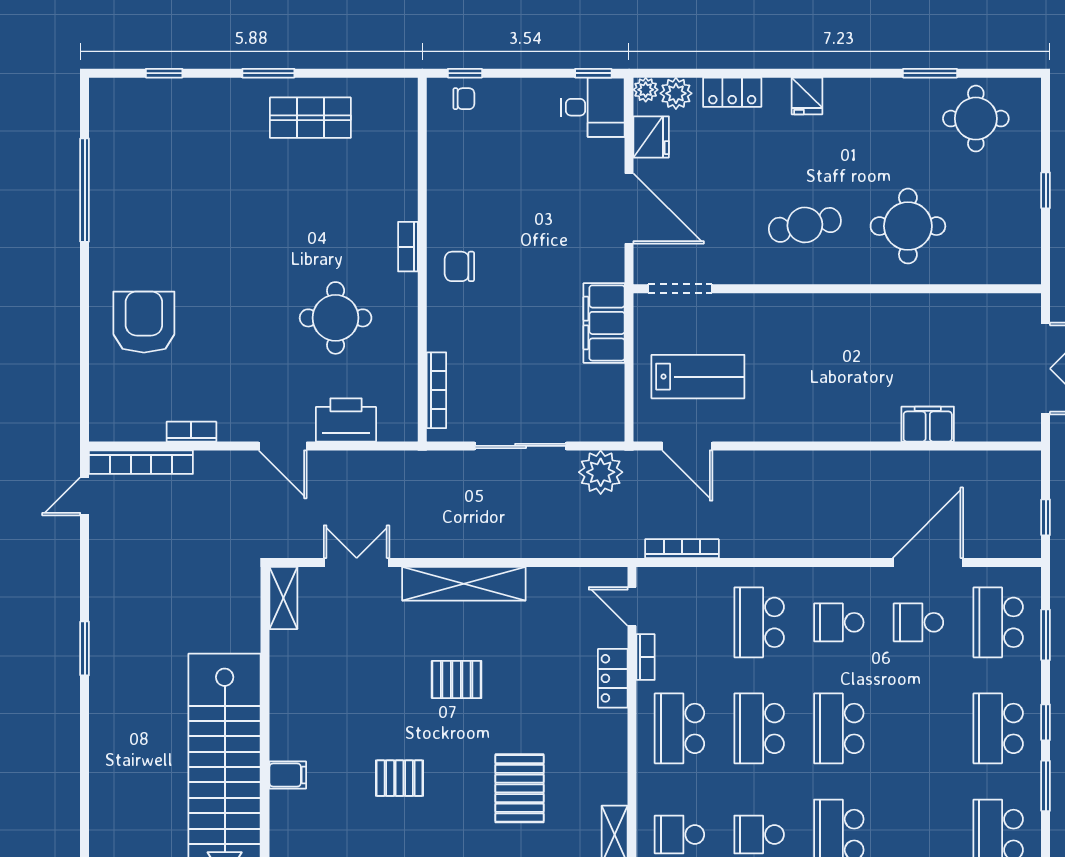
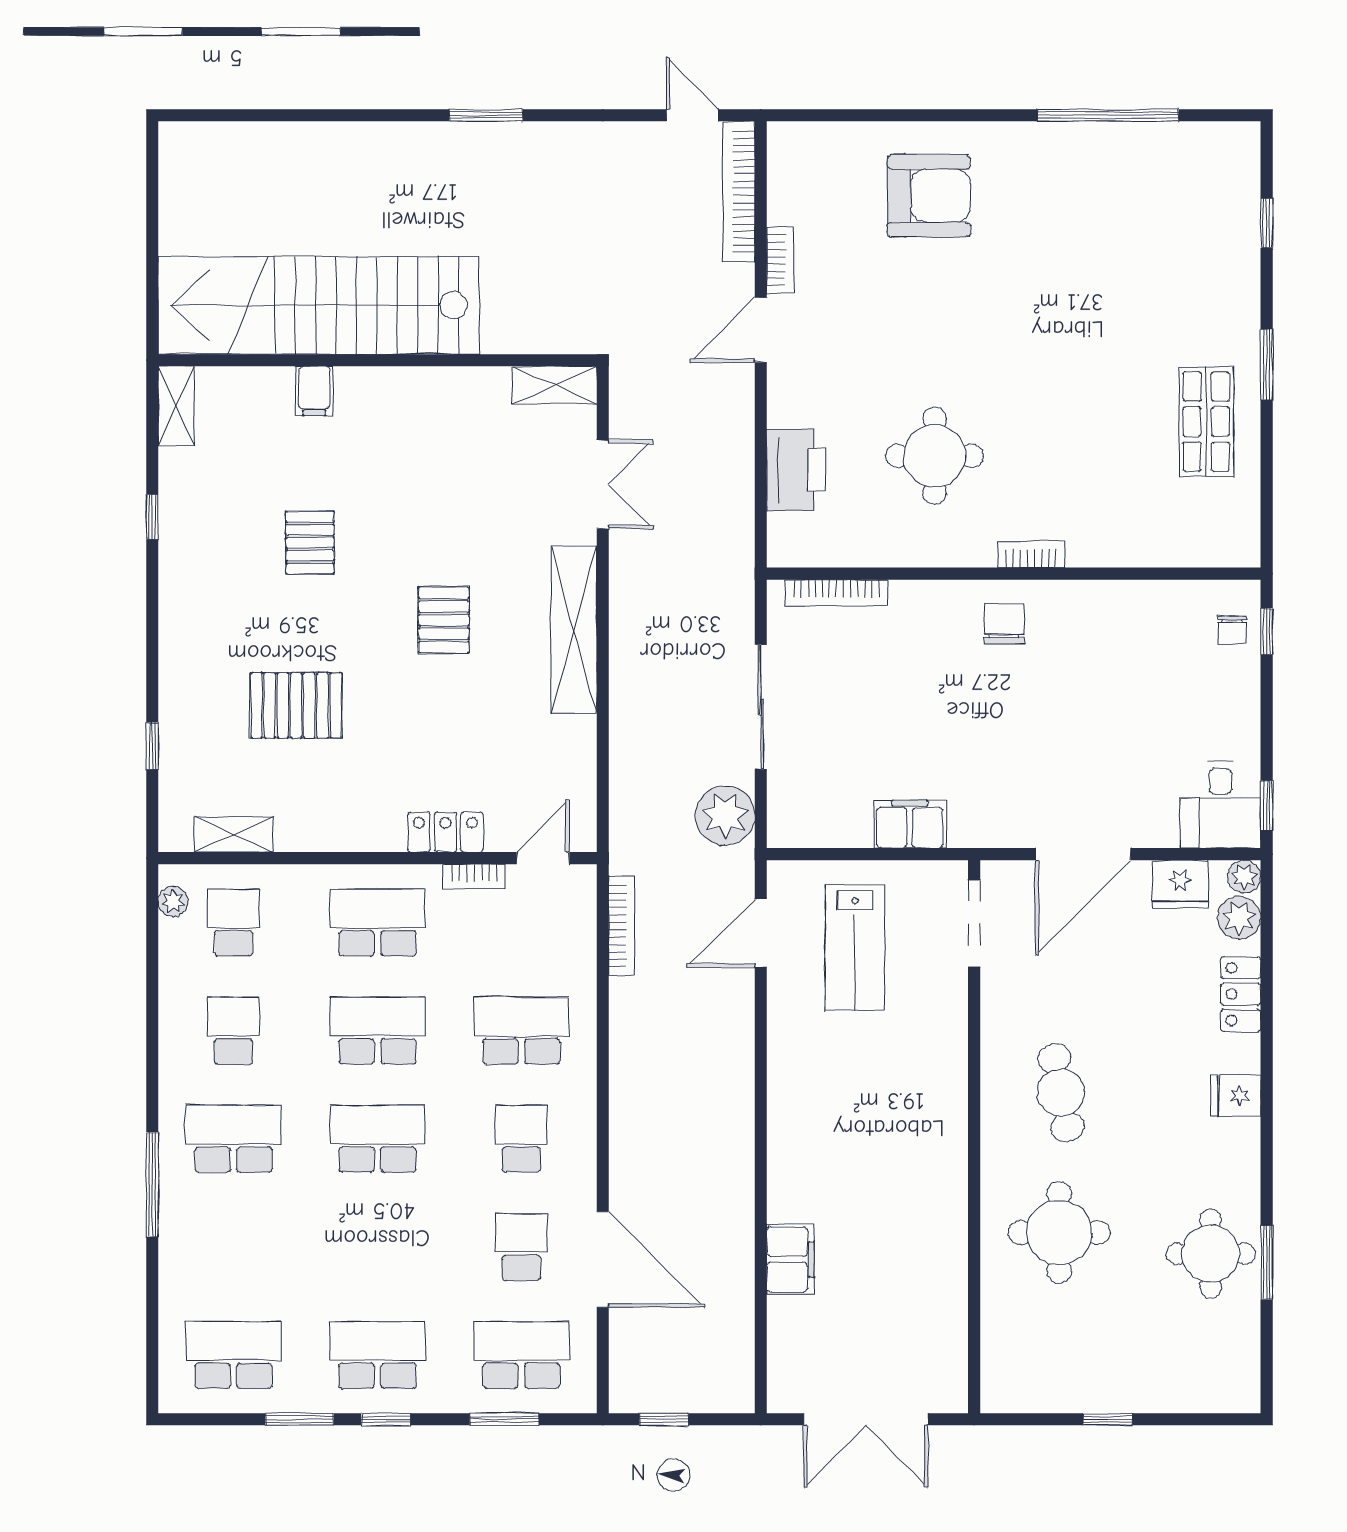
round table: (976, 119) -> (1211, 1254), moved
filing cabinet: (604, 323) -> (910, 824), width x0.67, depth x0.86
door: (283, 446) -> (761, 330), moved

